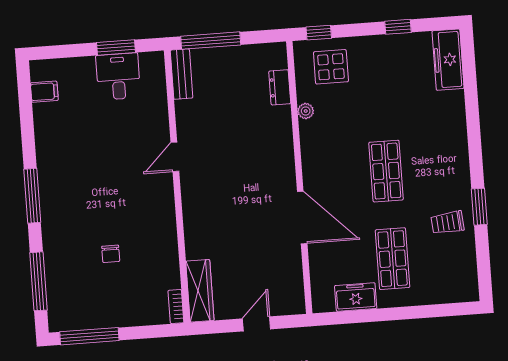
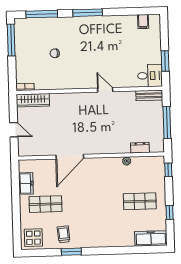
window: (211, 41) -> (167, 123), moved
display table: (331, 67) -> (33, 238), moved
desk: (118, 76) -> (150, 76), moved
shop shelf: (386, 171) -> (140, 201), moved

